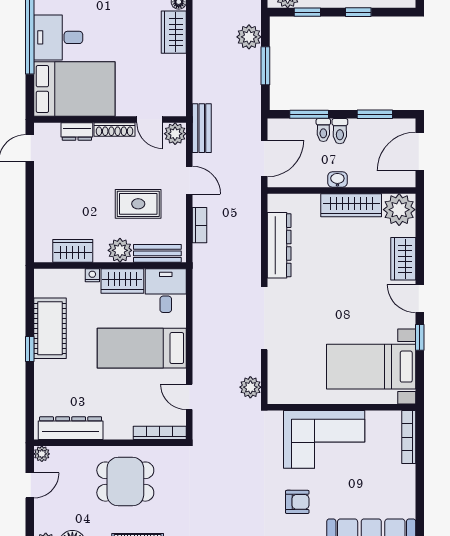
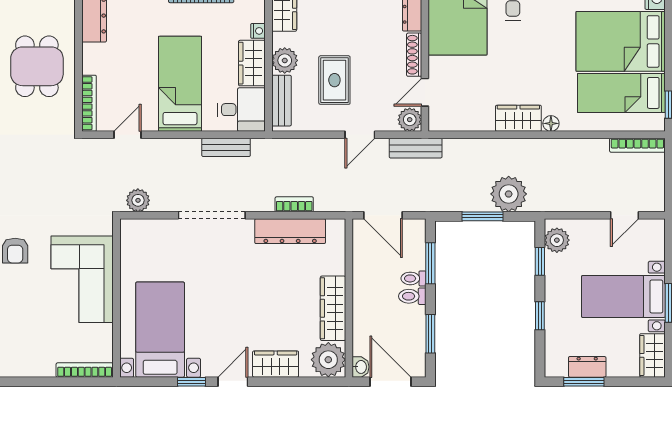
plant: (249, 37) -> (509, 194), width x1.36, depth x1.36
washbasin: (337, 179) -> (361, 367), moved
bookcase: (199, 225) -> (294, 204), moved, turned 180
bench: (201, 305) -> (226, 147), added

